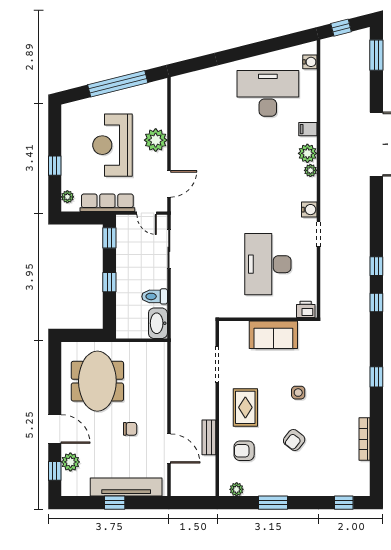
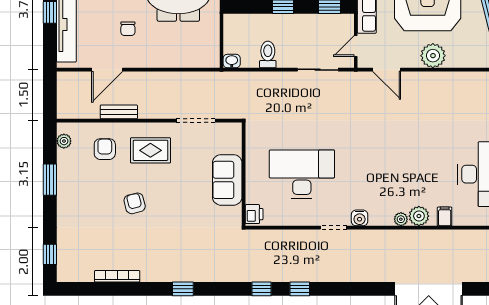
washbasin: (158, 323) -> (232, 61), width x0.52, depth x0.69
side table: (298, 393) -> (166, 206), removed
armchair: (294, 440) -> (135, 203), moved, turned 38

